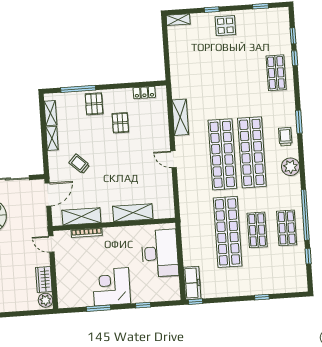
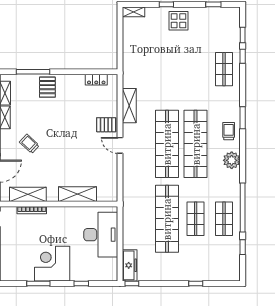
pallet: (120, 123) -> (106, 125), moved, turned 90

